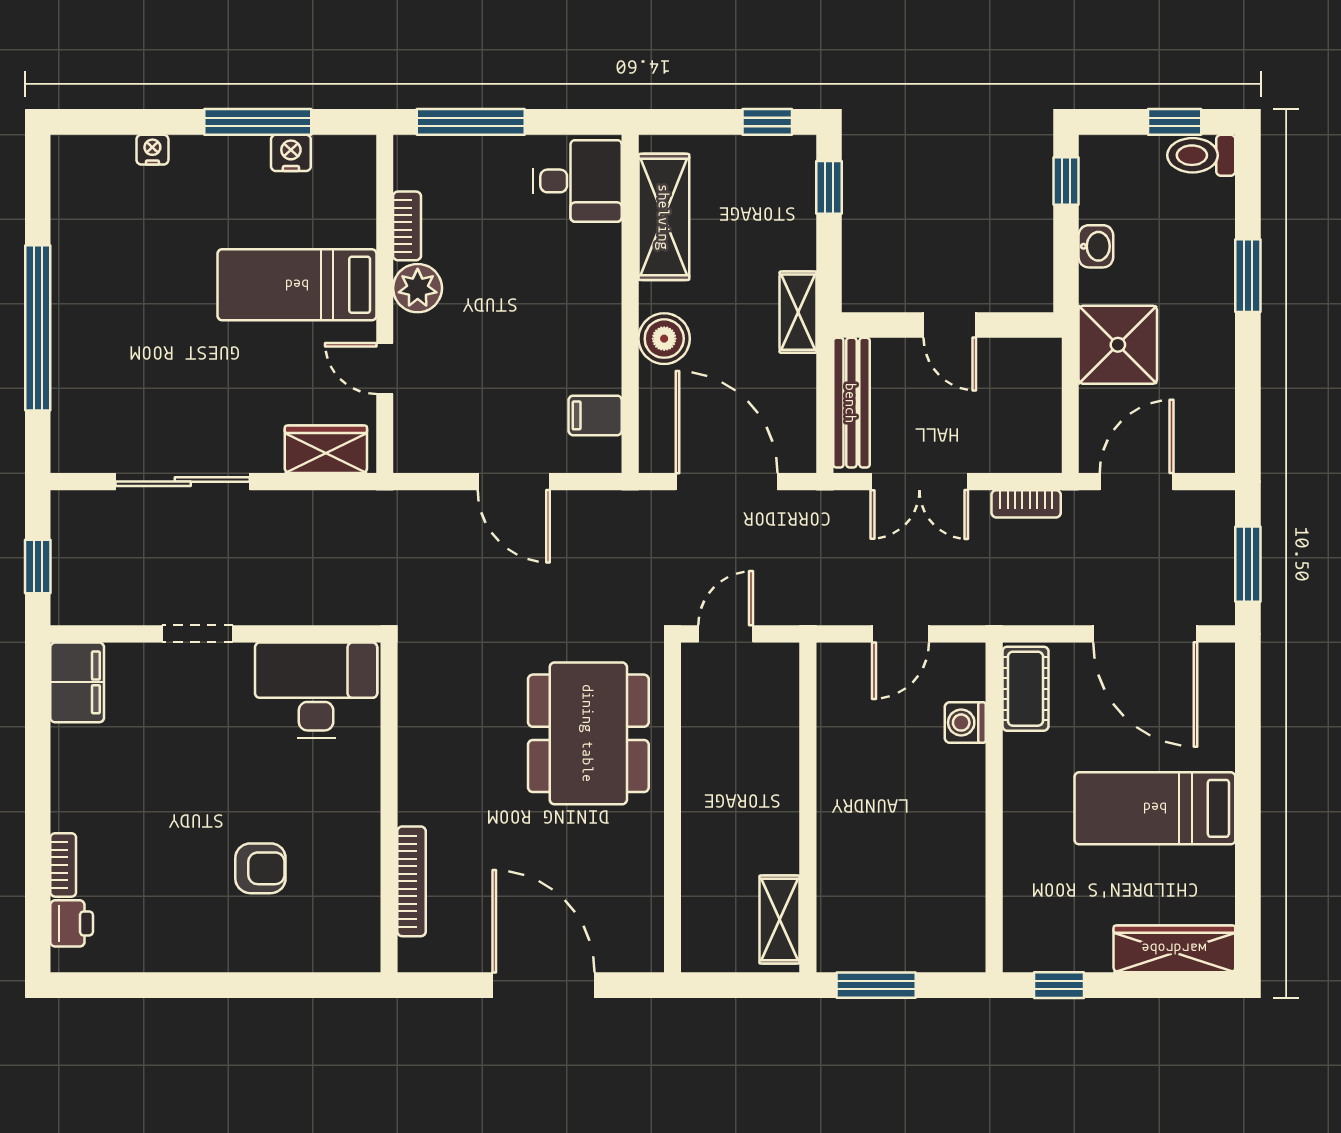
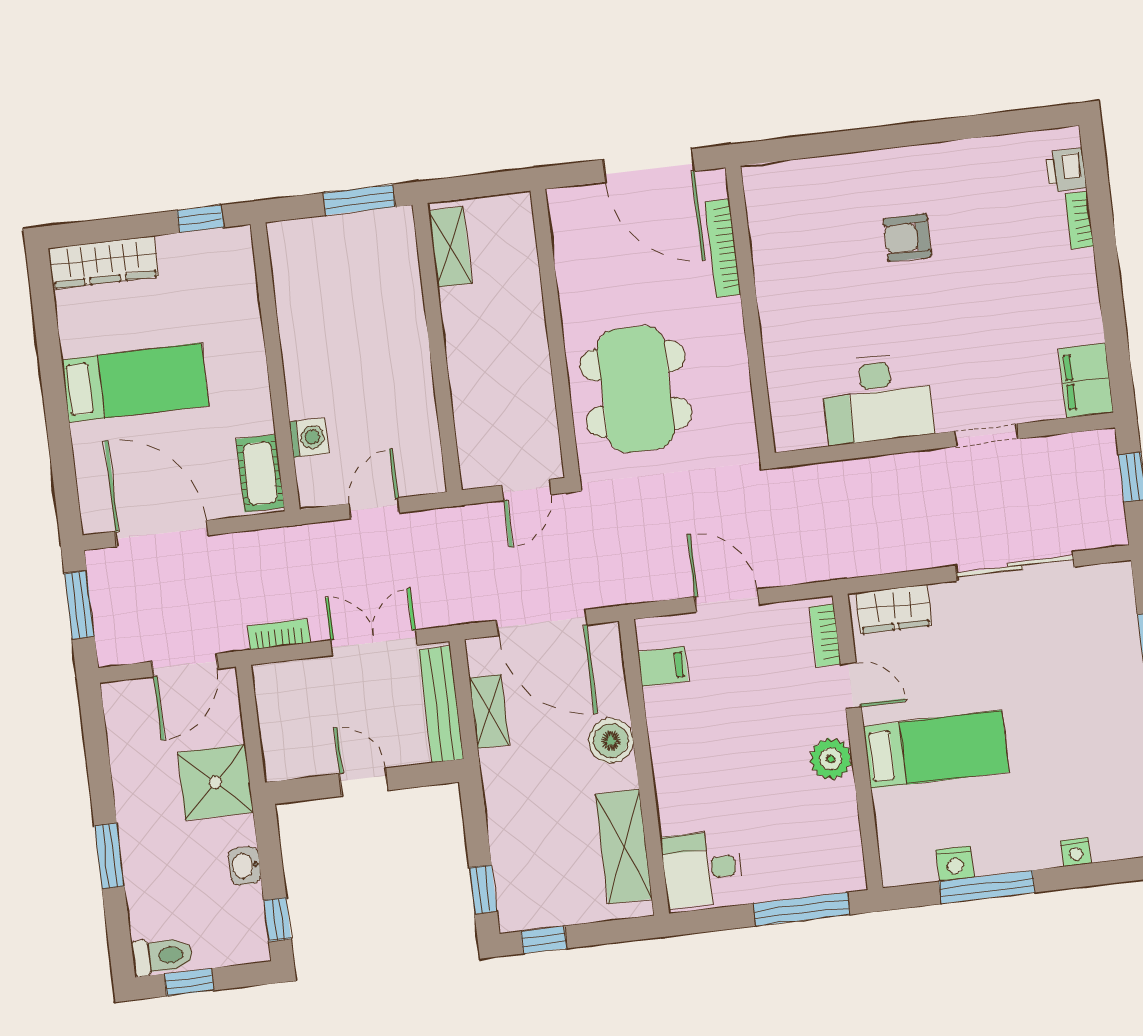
bookcase: (407, 226) -> (825, 635), moved
shelving: (798, 312) -> (489, 711), moved
wall: (389, 807) -> (750, 310), moved
bookcase: (412, 881) -> (723, 248), moved

